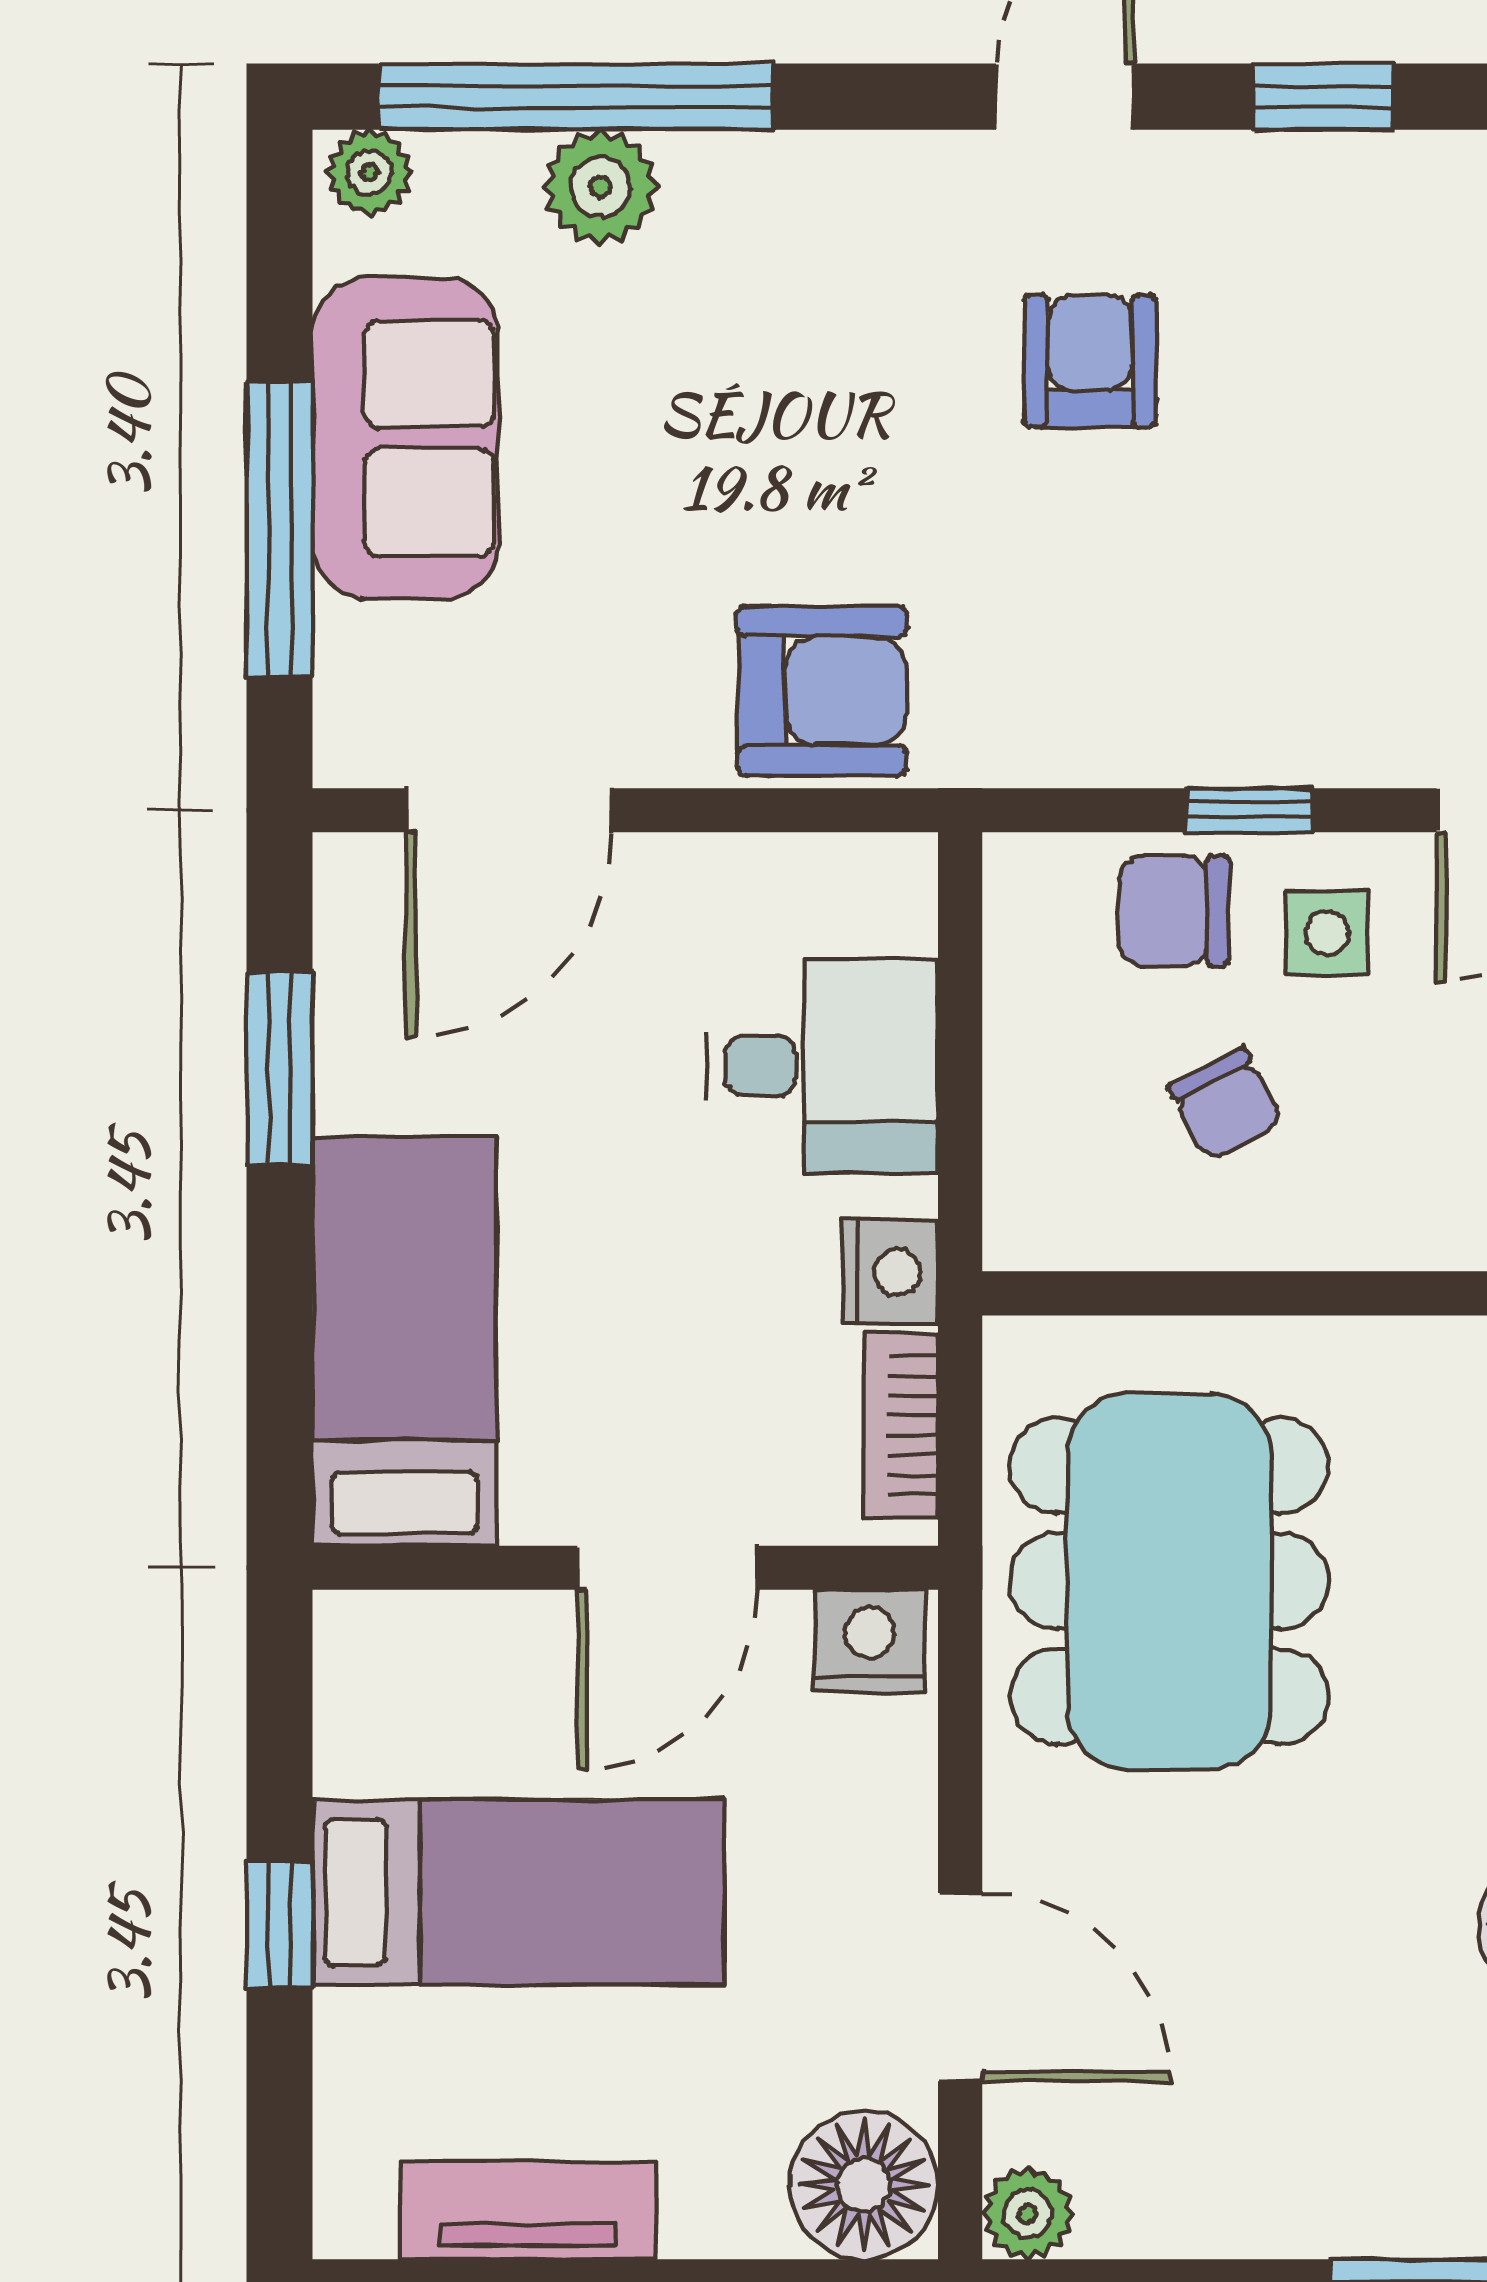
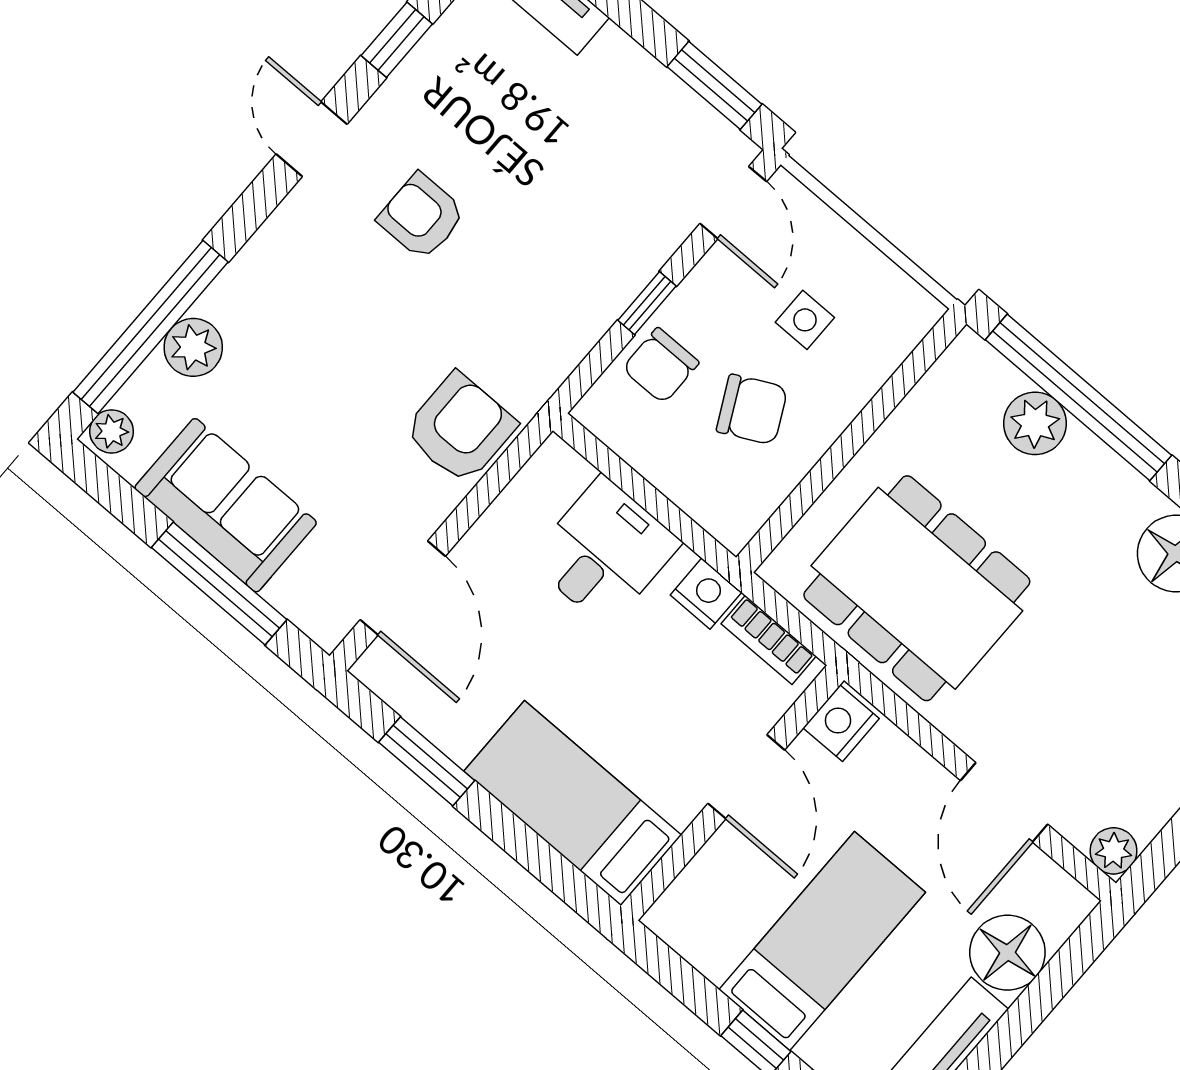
side table: (1327, 933) -> (805, 320), moved
chair: (1225, 1104) -> (752, 409), width x1.37, depth x1.37
door: (960, 1987) -> (1004, 802), swing flipped
floor lamp: (864, 2185) -> (1007, 953), moved

